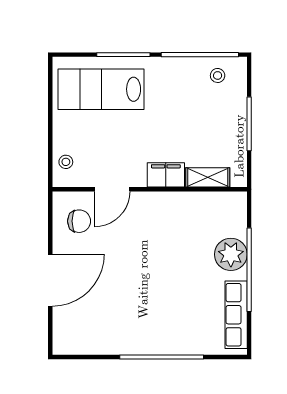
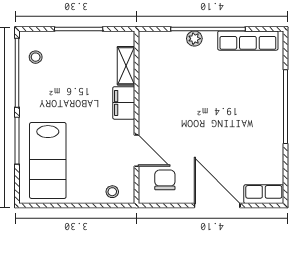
plant: (231, 254) -> (194, 39), width x0.53, depth x0.53
row of seats: (63, 333) -> (264, 194), added

